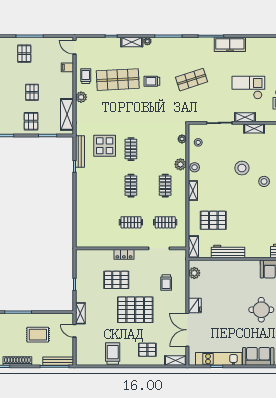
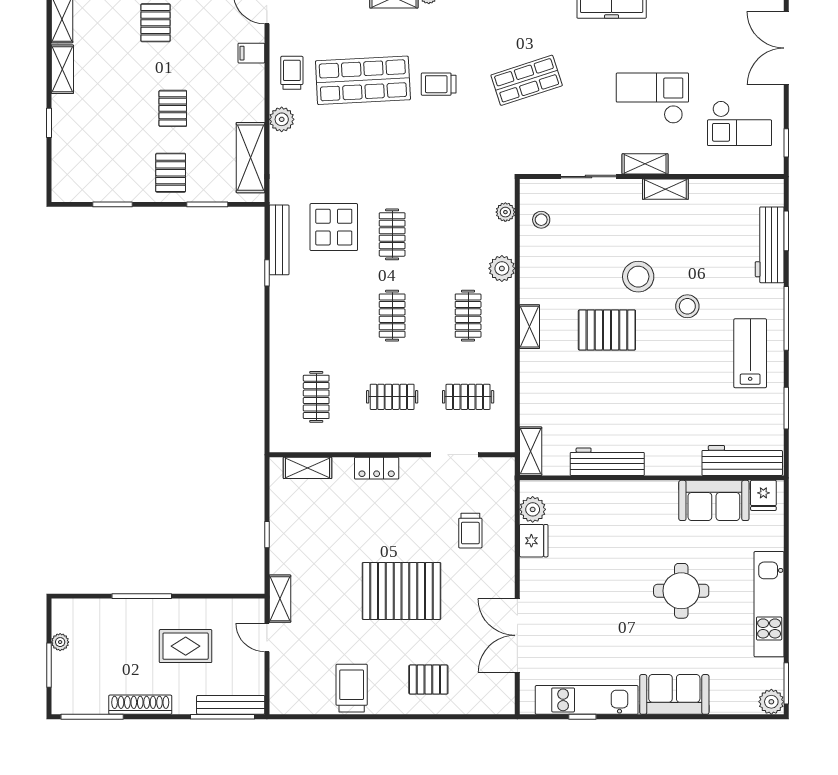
stool: (195, 167) -> (533, 275), removed
pallet: (213, 220) -> (607, 330), moved
clothes rail: (97, 222) -> (316, 397), added
pallet: (116, 280) -> (360, 525), removed
fridge: (195, 305) -> (534, 541), moved
shelving: (175, 361) -> (308, 468), moved

